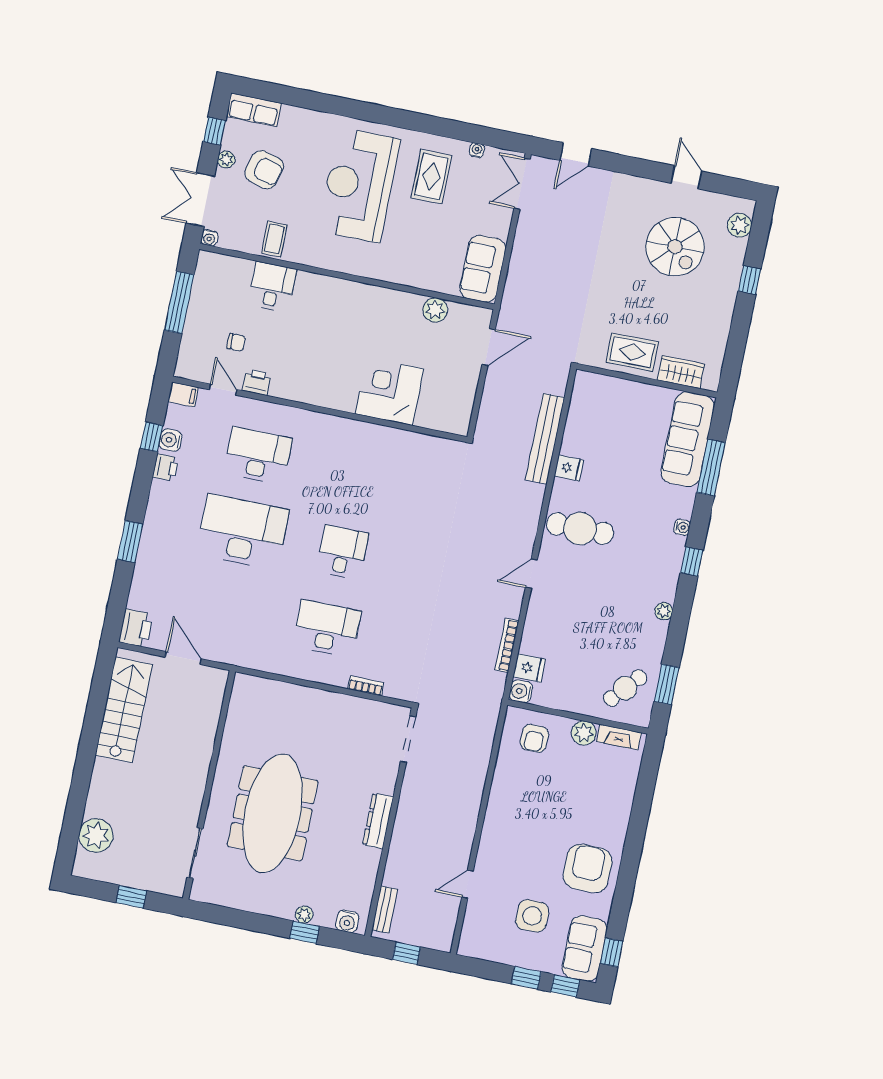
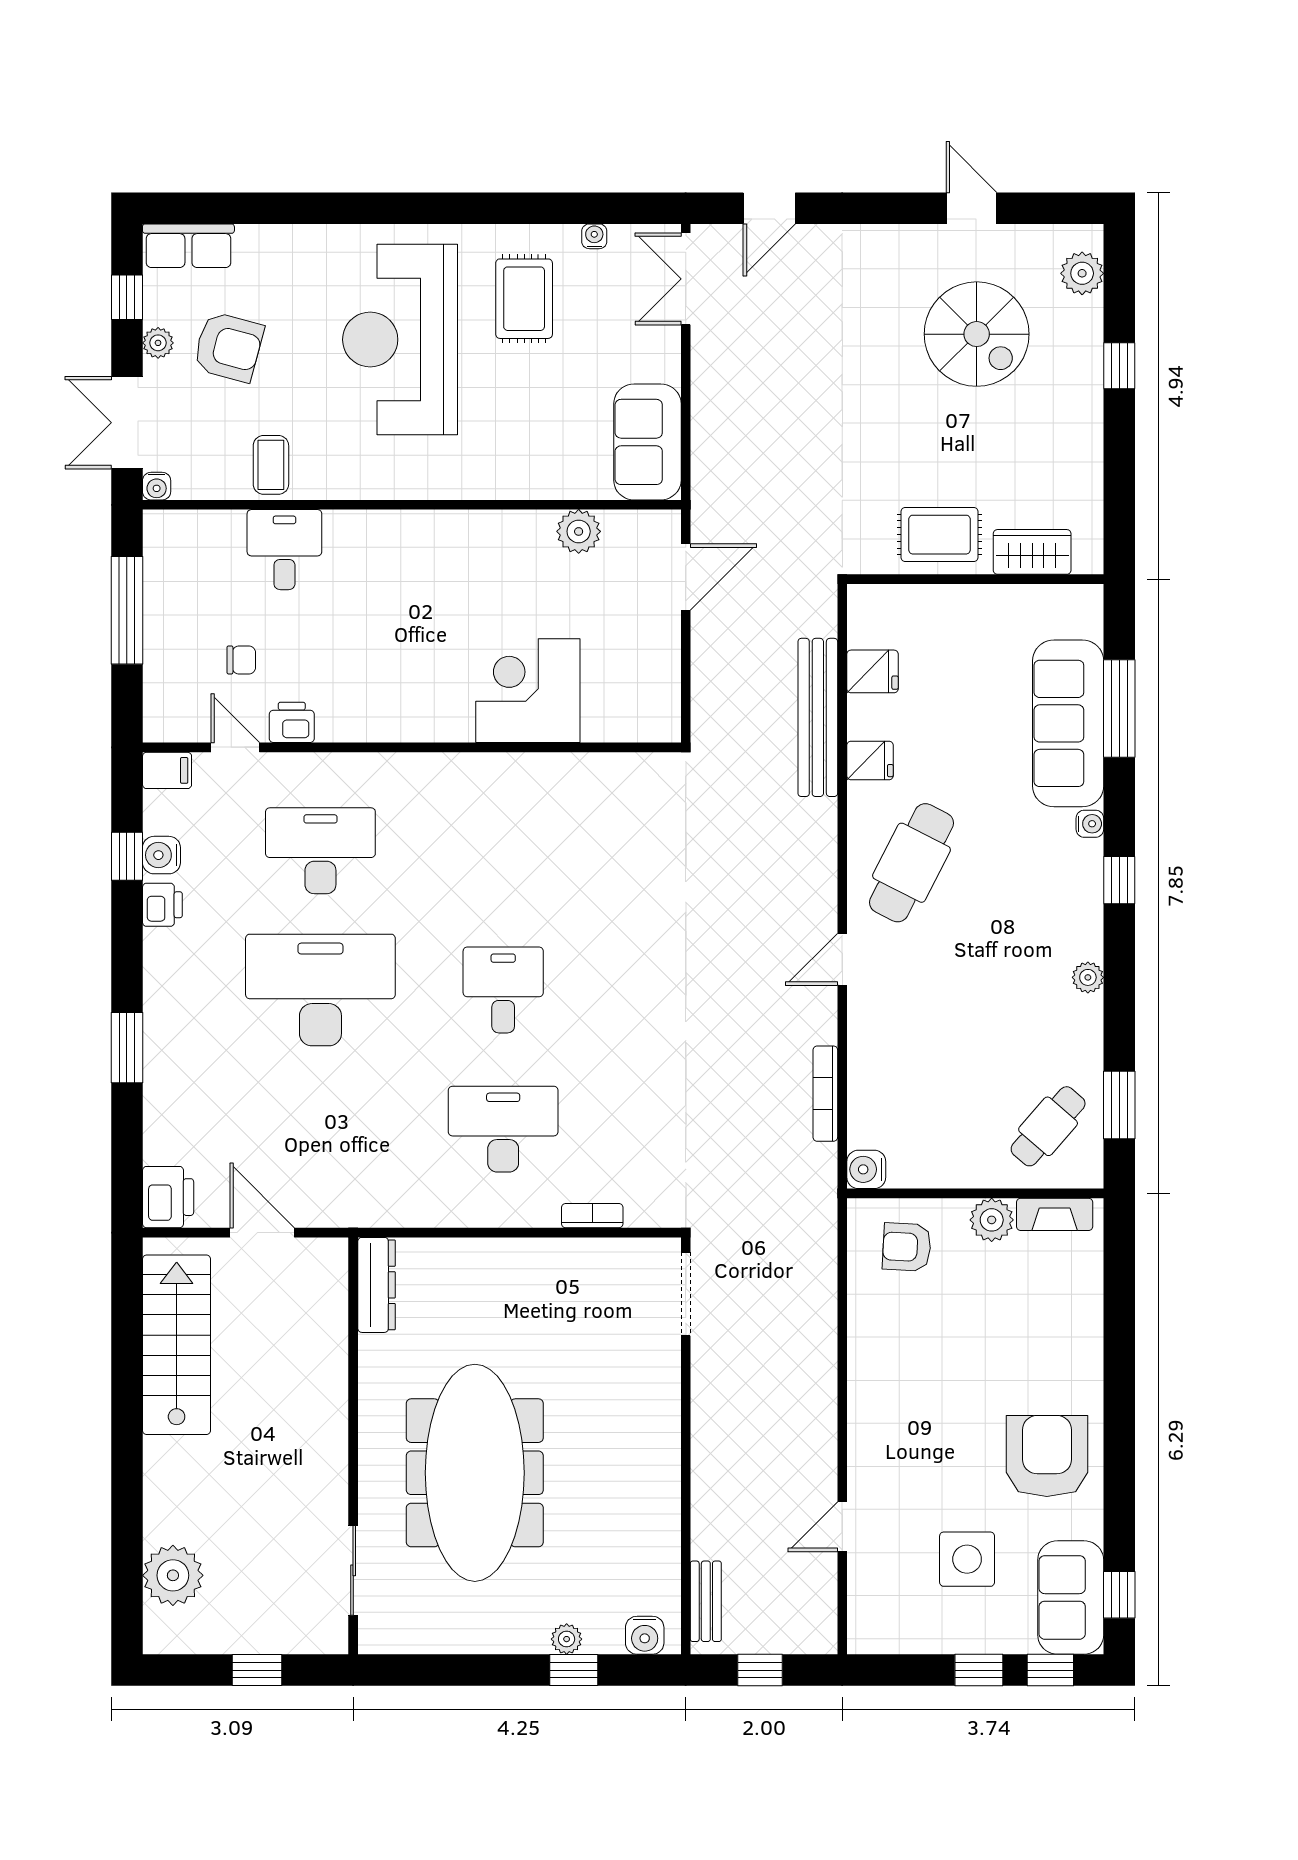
sofa: (688, 439) -> (1068, 723), moved
cafe table: (580, 529) -> (912, 863), turned -63
fridge: (529, 668) -> (872, 671), moved
armchair: (534, 738) -> (907, 1247), turned 93
dresser: (378, 821) -> (376, 1285), moved, turned 180

